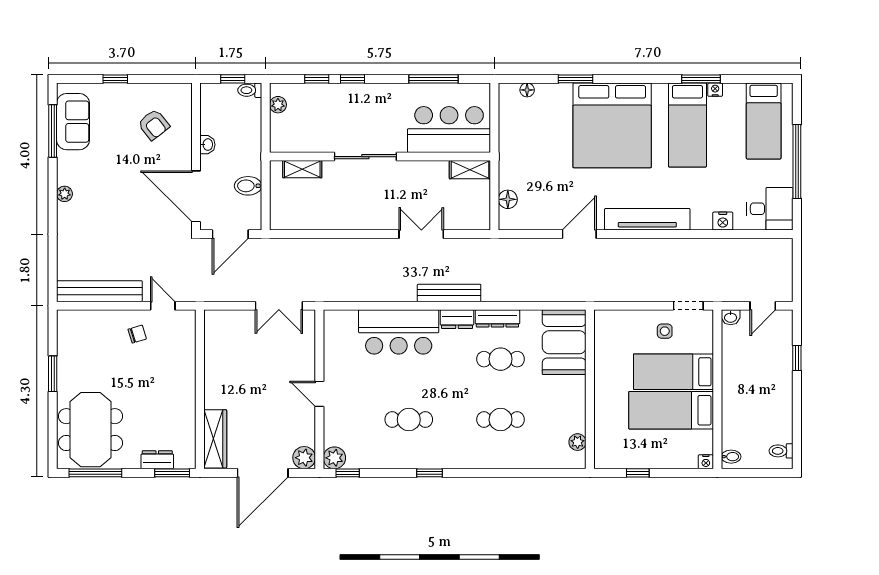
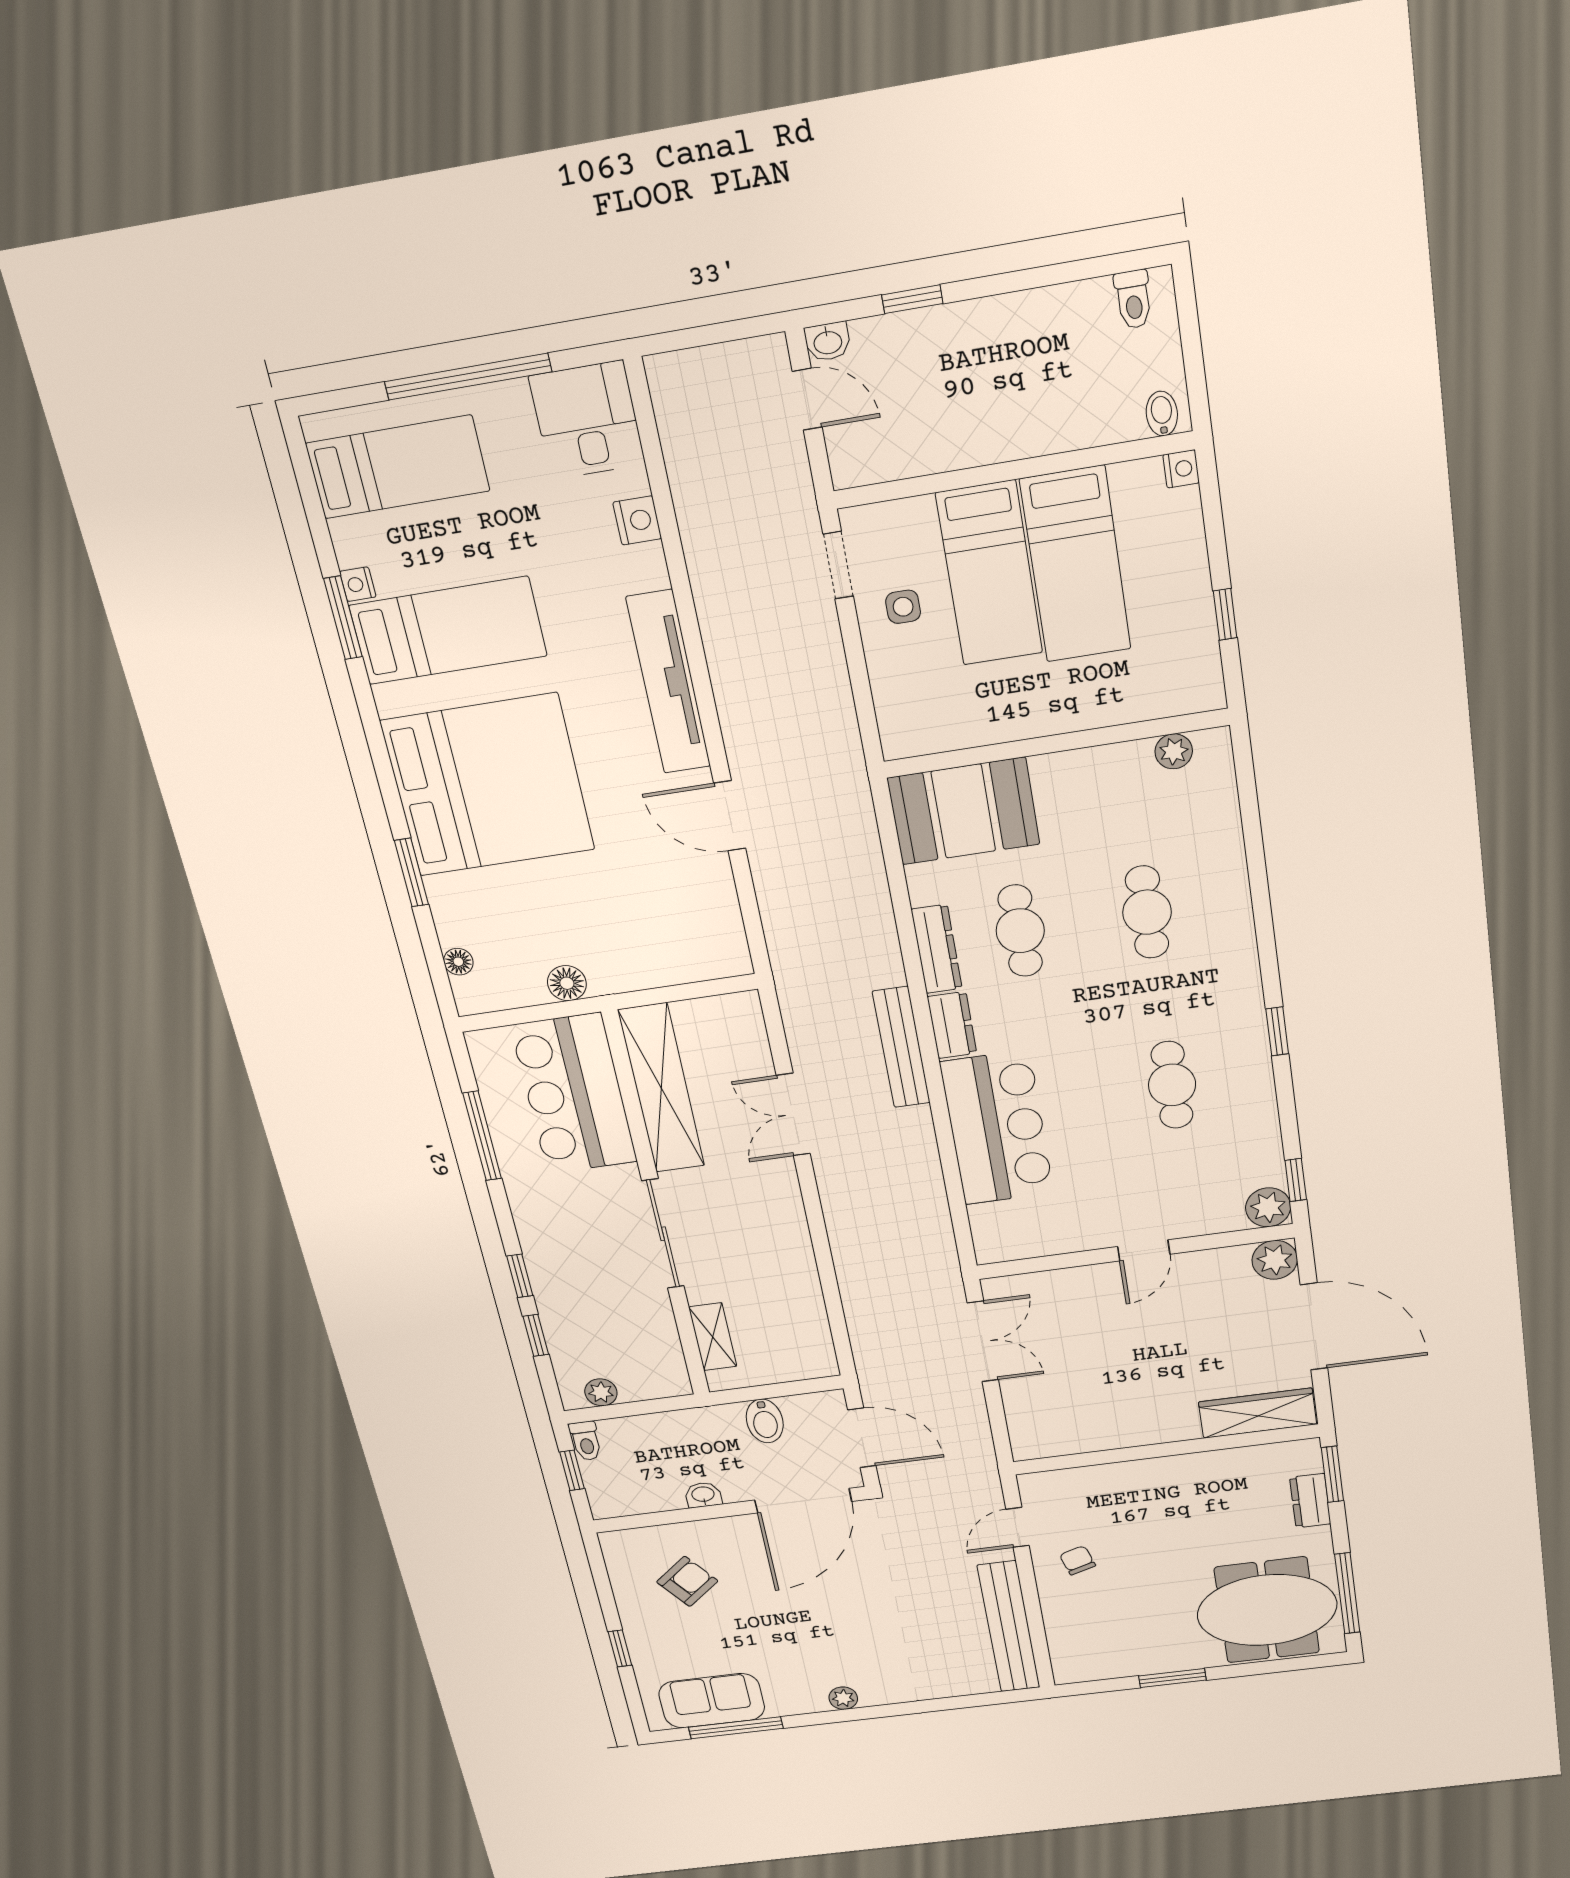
shelving: (470, 170) -> (661, 1088), width x2.20, depth x1.33
floor lamp: (508, 199) -> (567, 983), moved
washbasin: (731, 317) -> (828, 342), moved, turned 90

